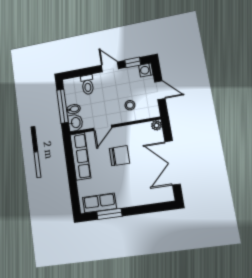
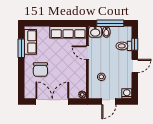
window: (133, 62) -> (135, 44), moved
chair: (119, 156) -> (40, 70), moved

